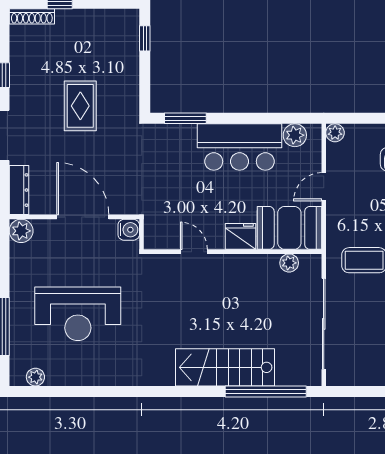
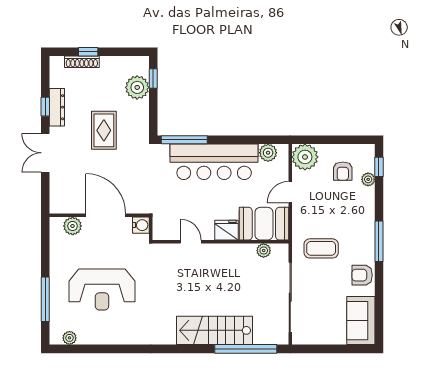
shoe rack: (32, 16) -> (82, 62), moved
plant: (124, 50) -> (137, 87), added
window: (185, 118) -> (184, 140), width x1.44
plant: (335, 133) -> (305, 157), width x1.88, depth x1.88
bar counter: (240, 147) -> (214, 162), width x1.36
dresser: (19, 190) -> (57, 107), moved
plant: (21, 231) -> (73, 226), moved

